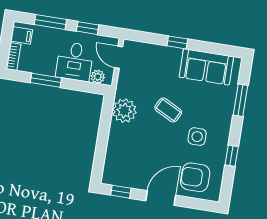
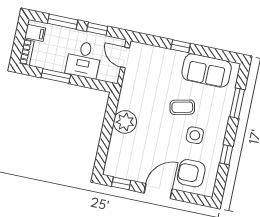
plant: (98, 77) -> (105, 75), removed
coffee table: (168, 110) -> (182, 107), moved, turned -40
plant: (124, 111) -> (125, 122), moved

